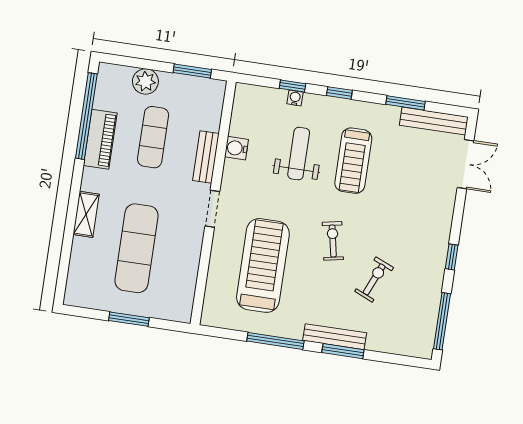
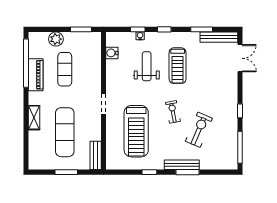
water cooler: (236, 148) -> (112, 53), moved
bench: (206, 157) -> (96, 155), moved
treadmill: (263, 265) -> (136, 131), turned 180
exercise bike: (374, 279) -> (199, 130), width x1.38, depth x1.39
window: (275, 341) -> (149, 172), width x0.46

